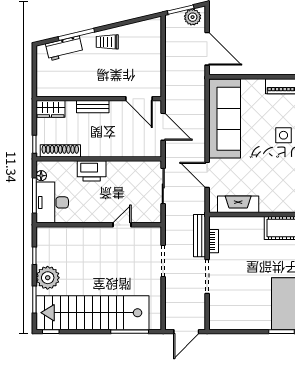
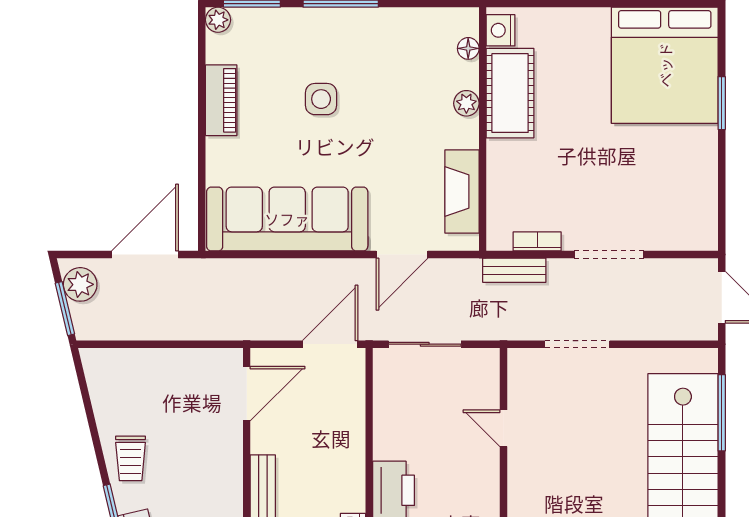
door: (163, 127) -> (330, 344), moved
plant: (281, 207) -> (466, 103), added
bench: (200, 236) -> (514, 270), width x0.73

